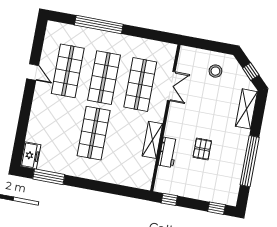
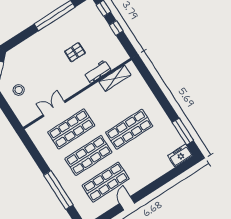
shelving: (246, 109) -> (24, 48), removed
shelving: (152, 140) -> (115, 78), moved
window: (169, 199) -> (116, 28), moved

